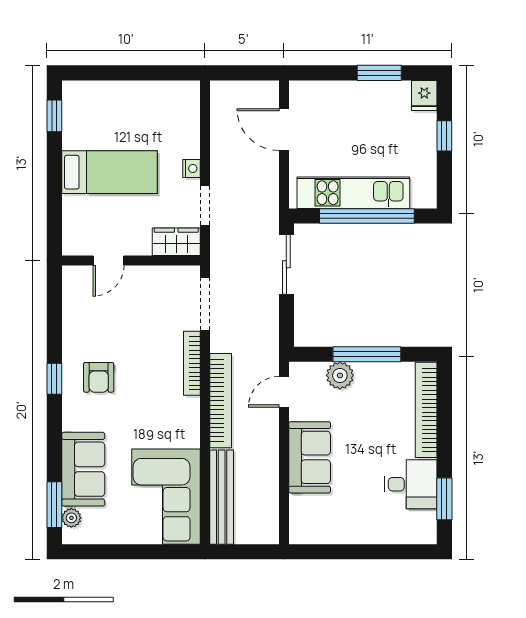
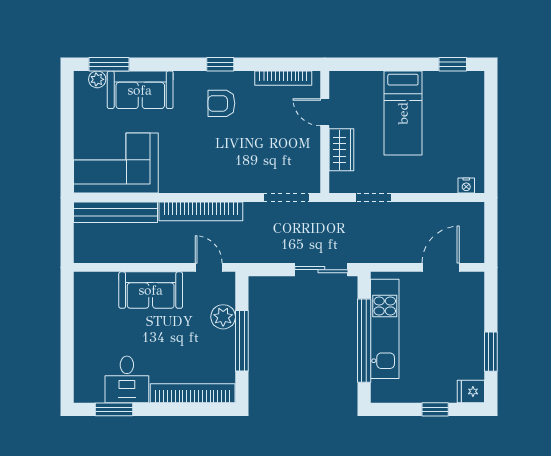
nightstand: (191, 168) -> (466, 186), moved
wardrobe: (176, 242) -> (341, 150), moved
bookcase: (192, 363) -> (283, 78), moved, turned 180

